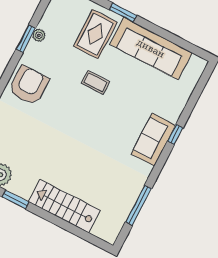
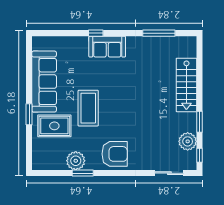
plant: (39, 35) -> (76, 161), width x1.88, depth x1.88
coffee table: (96, 82) -> (88, 108), width x1.86, depth x1.72
armchair: (29, 85) -> (115, 154), turned 180

